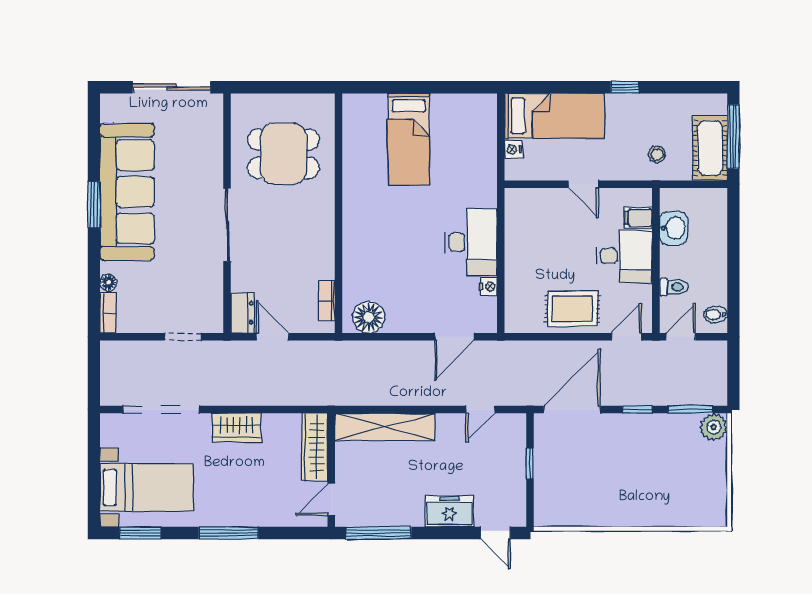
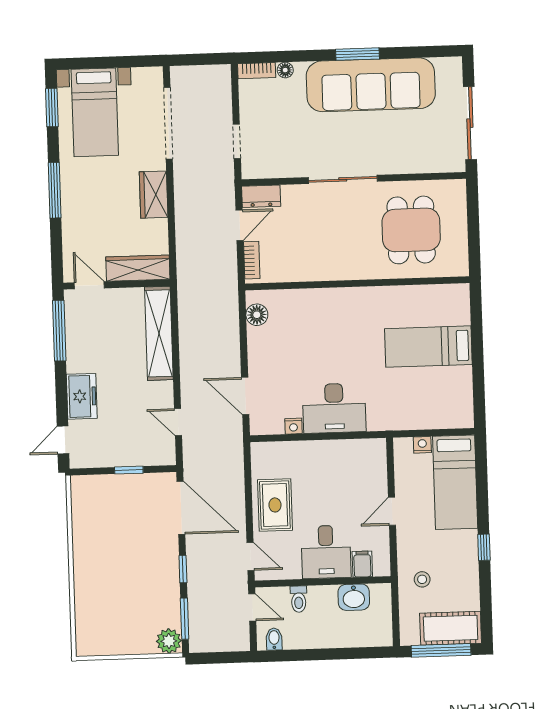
cot: (710, 148) -> (451, 628), moved
bookcase: (327, 301) -> (252, 260), moved, turned 90
floor lamp: (369, 317) -> (257, 315), width x0.73, depth x0.73

